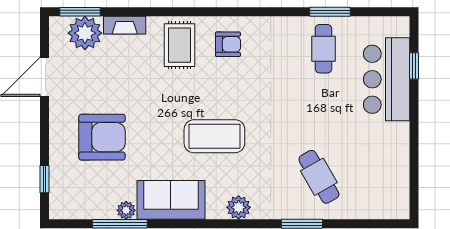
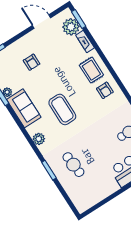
rug: (179, 45) -> (91, 70), turned 90
armchair: (102, 137) -> (32, 62), width x0.53, depth x0.53
cafe table: (319, 177) -> (73, 165), turned -65

